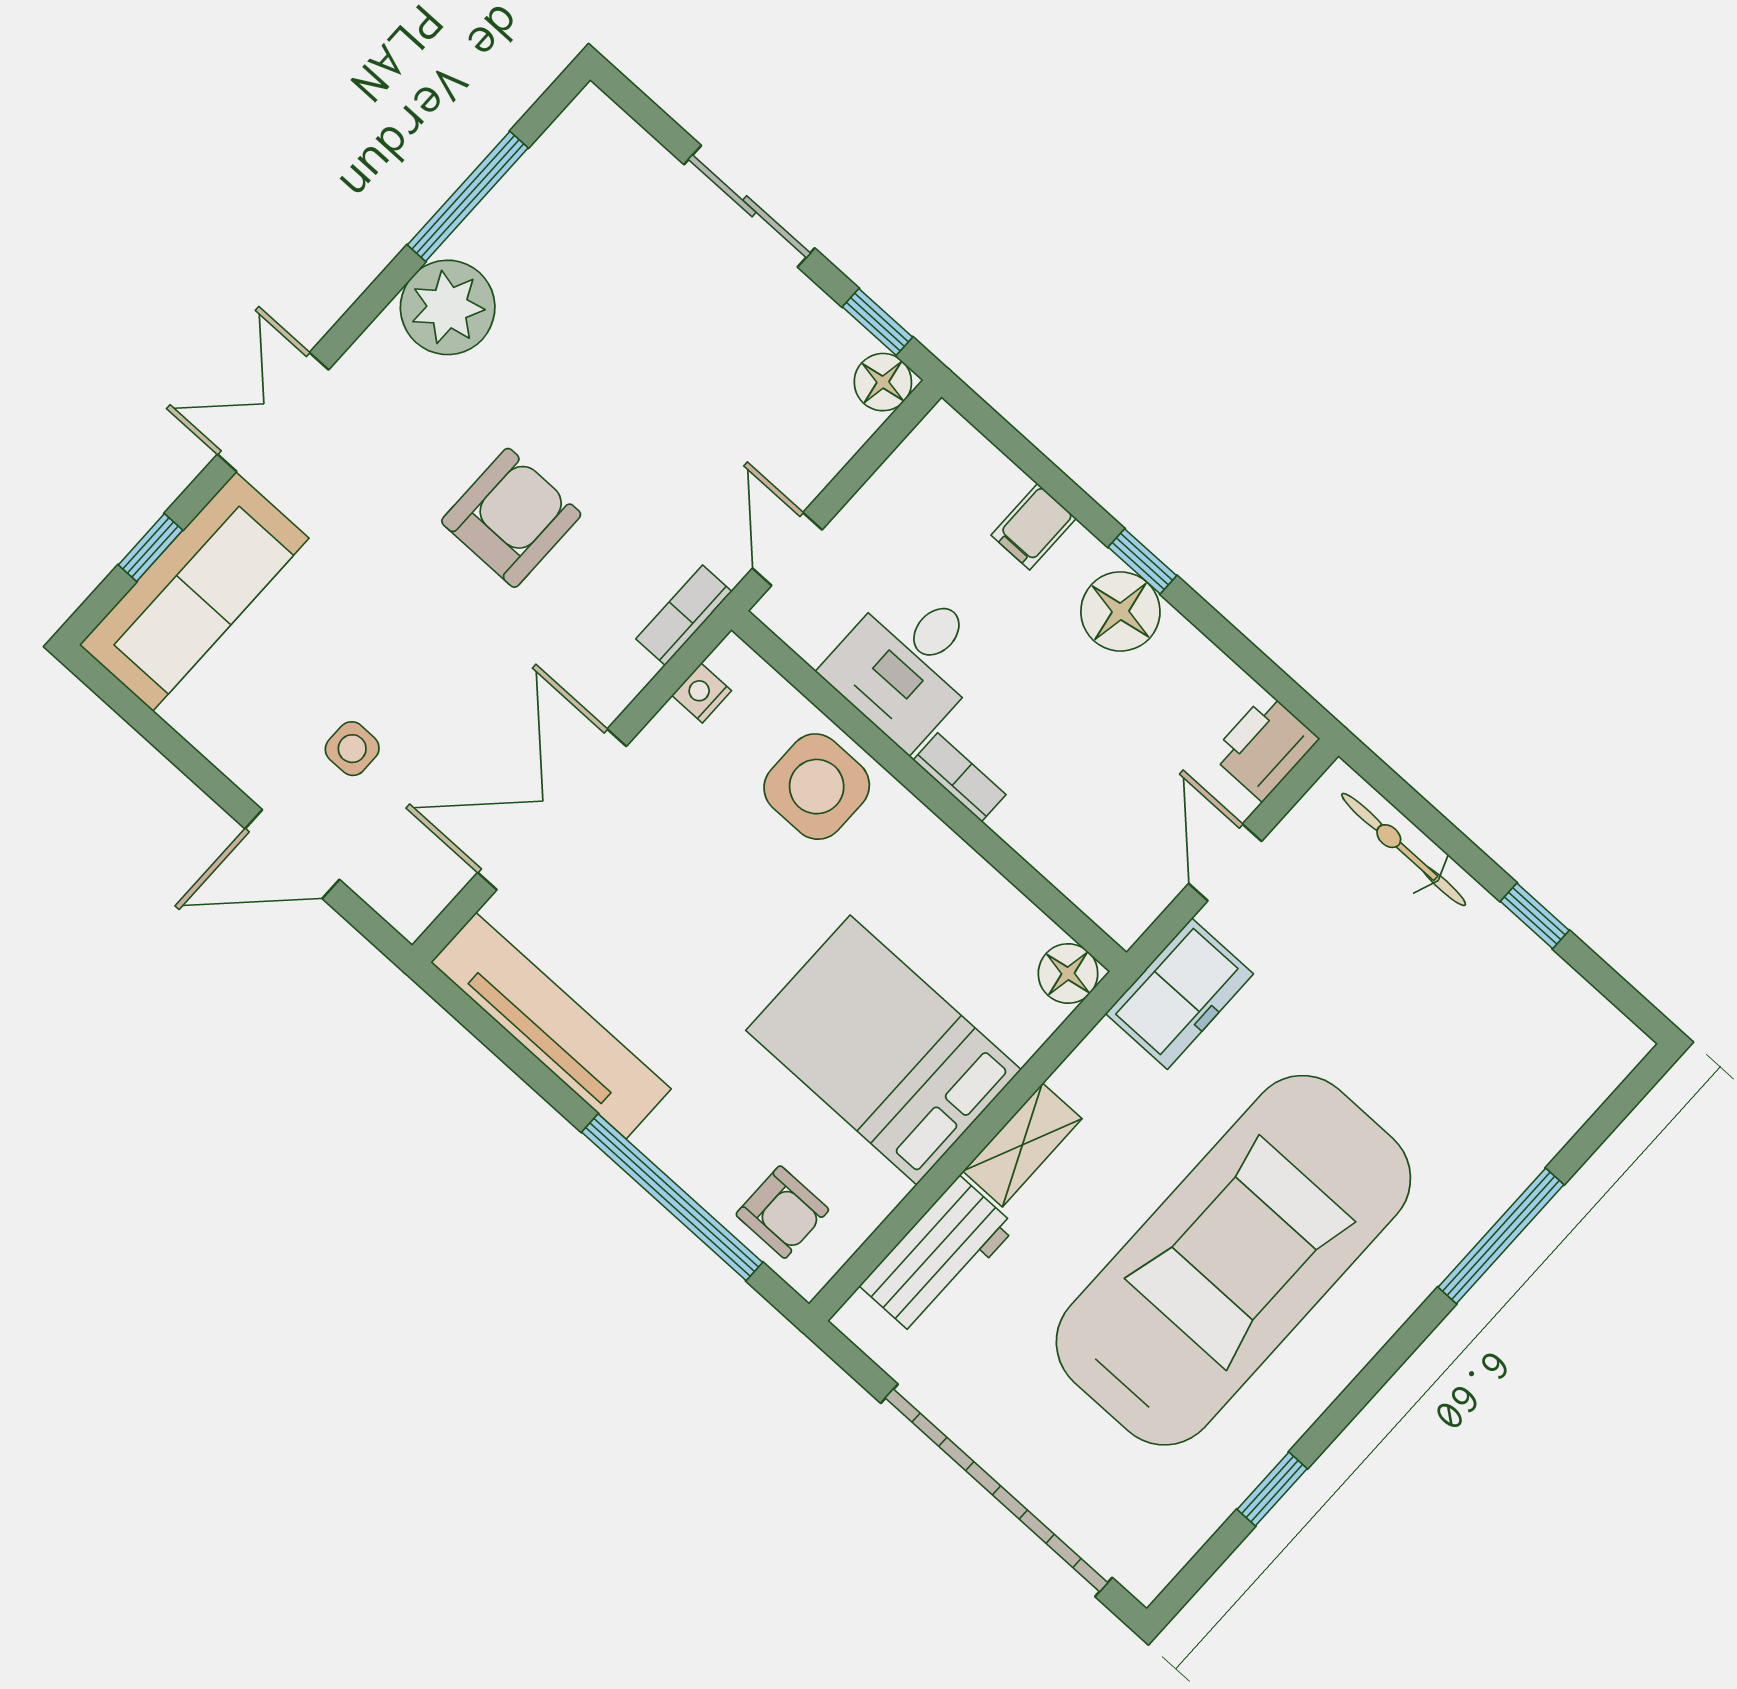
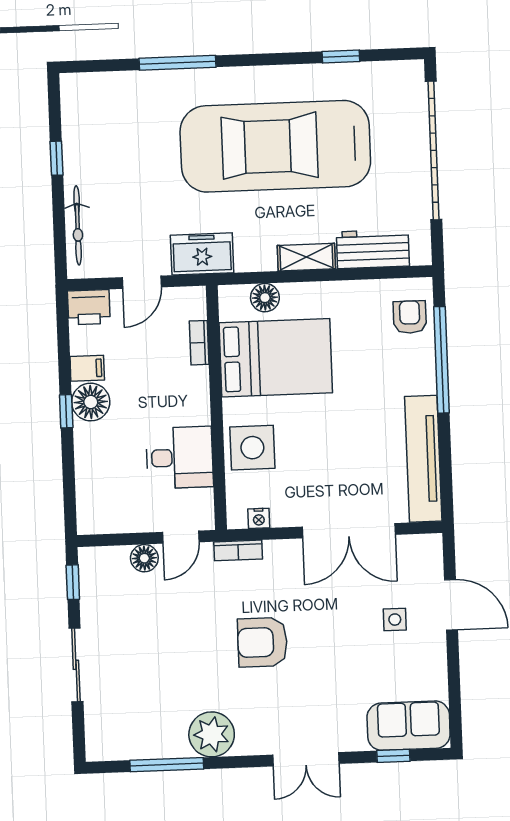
floor lamp: (883, 382) -> (144, 558), moved
filing cabinet: (1034, 527) -> (87, 368), moved
sofa: (194, 591) -> (409, 726), width x0.73
bookcase: (959, 777) -> (199, 343), moved
floor lamp: (1068, 974) -> (265, 298), moved
bed: (883, 1050) -> (276, 358), moved, turned -90

